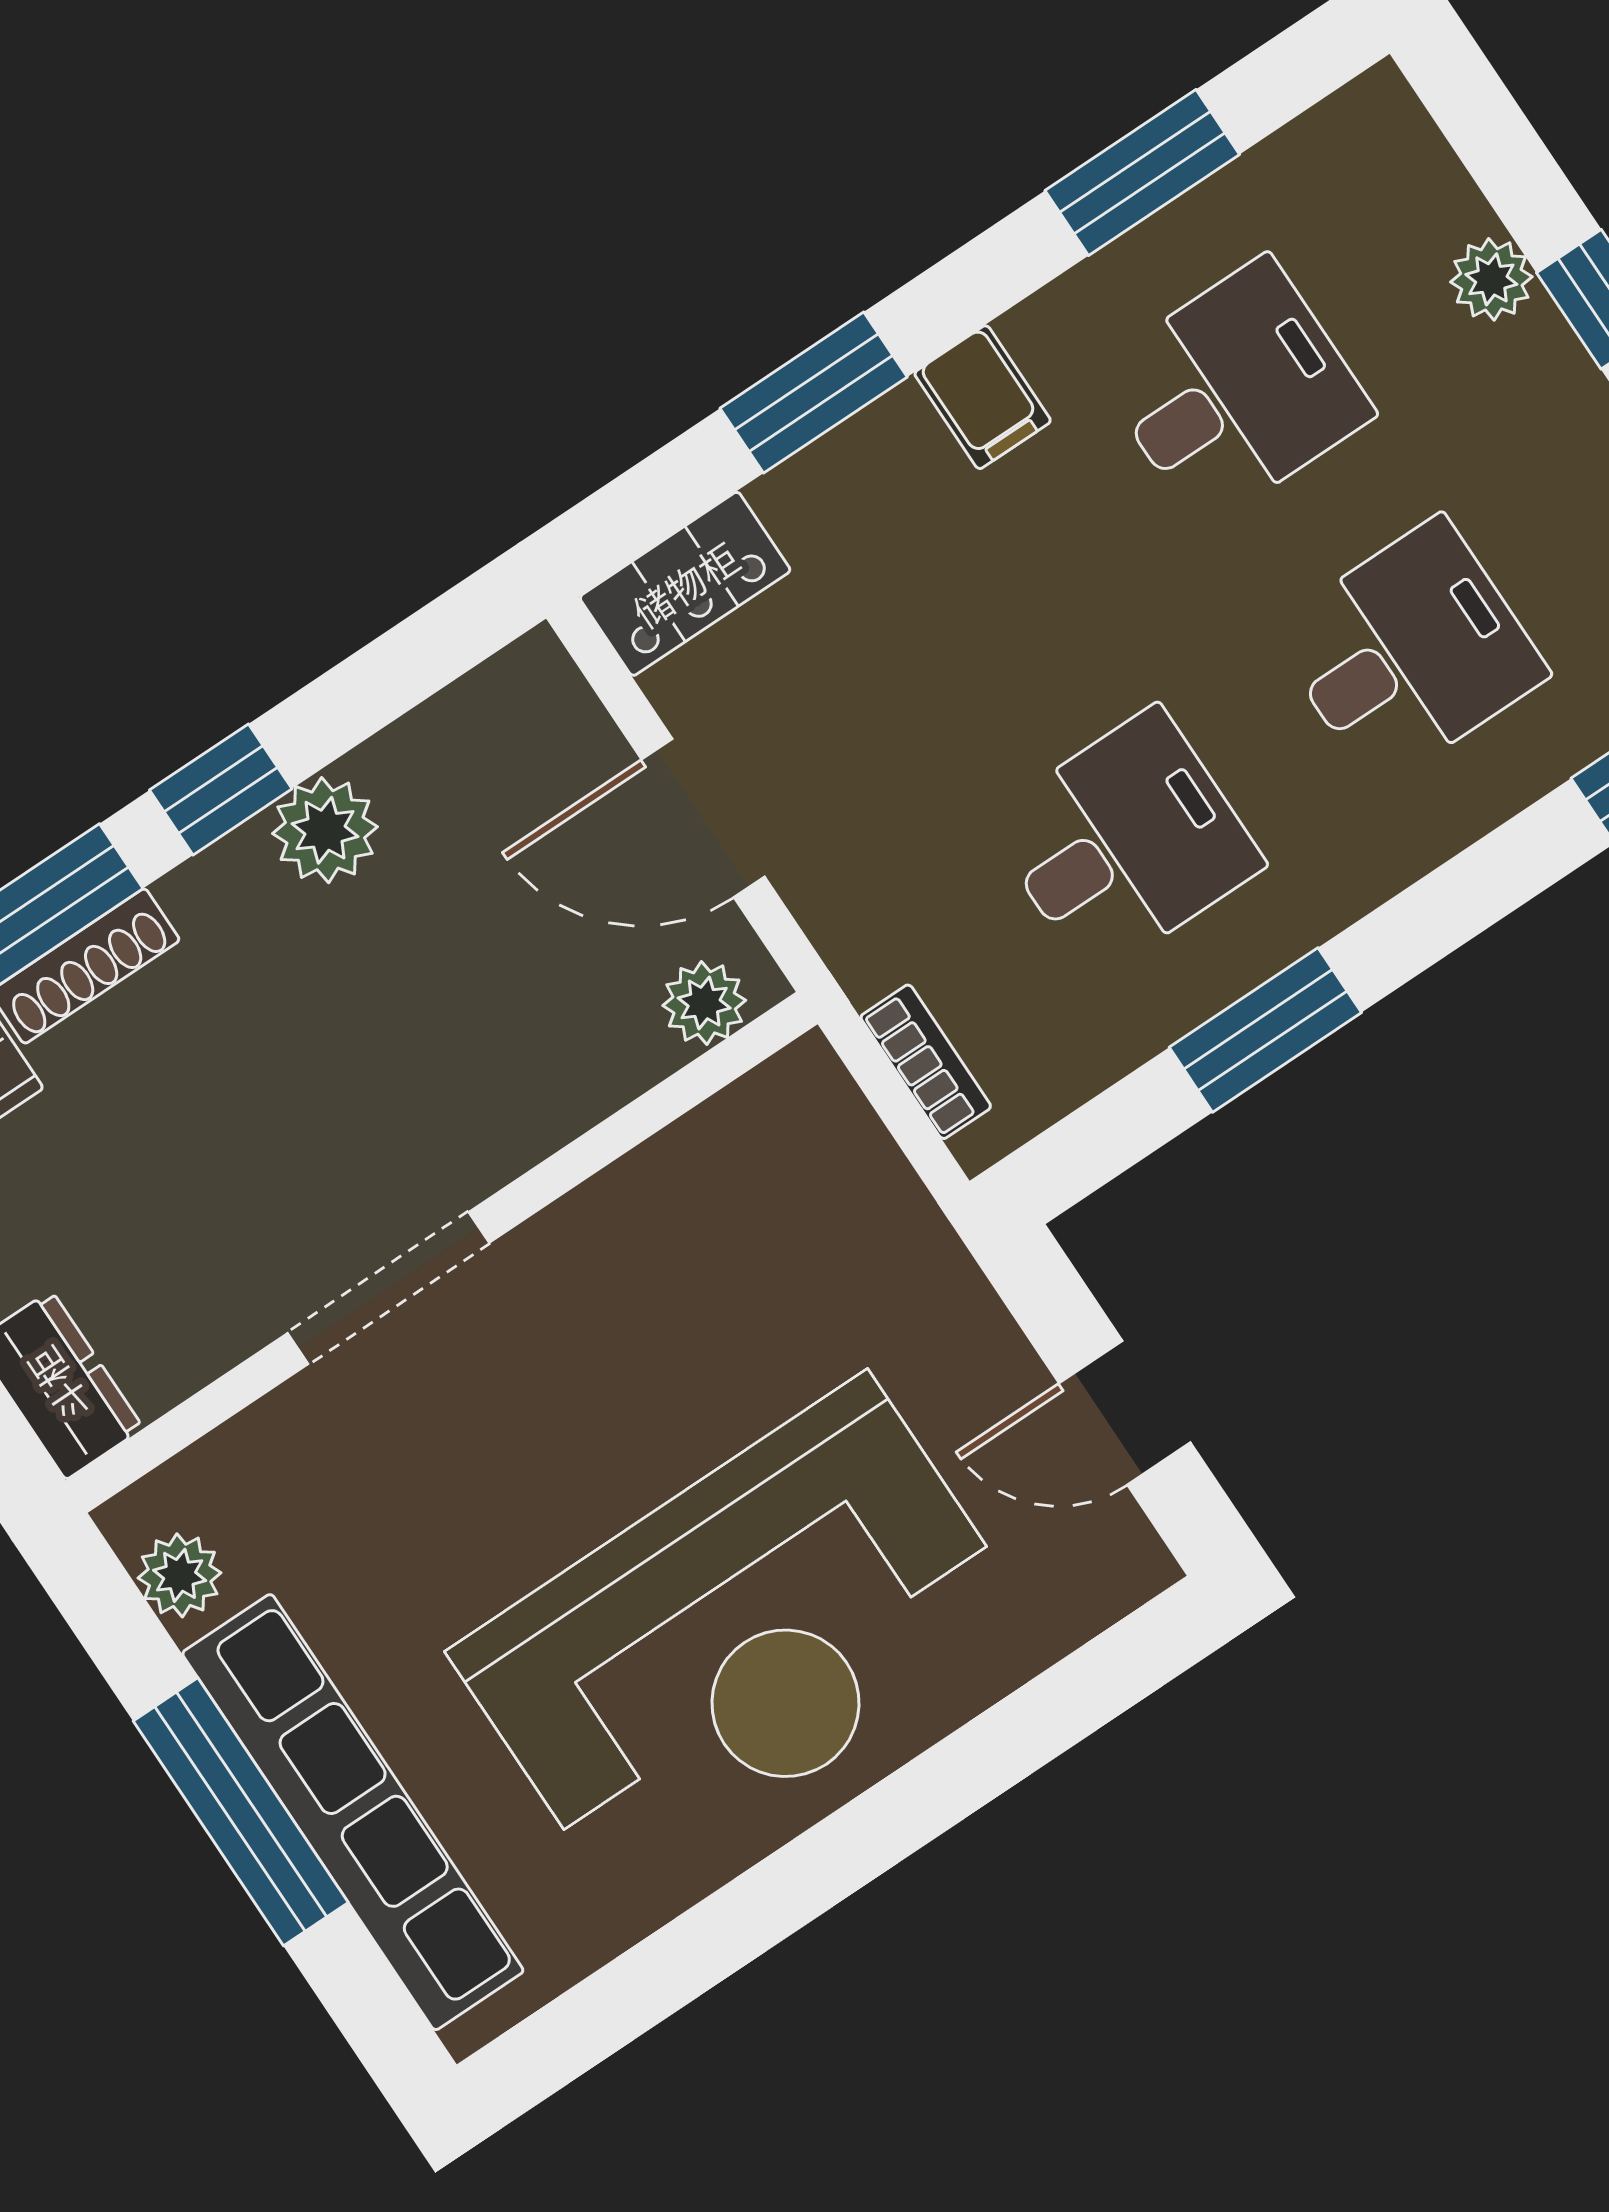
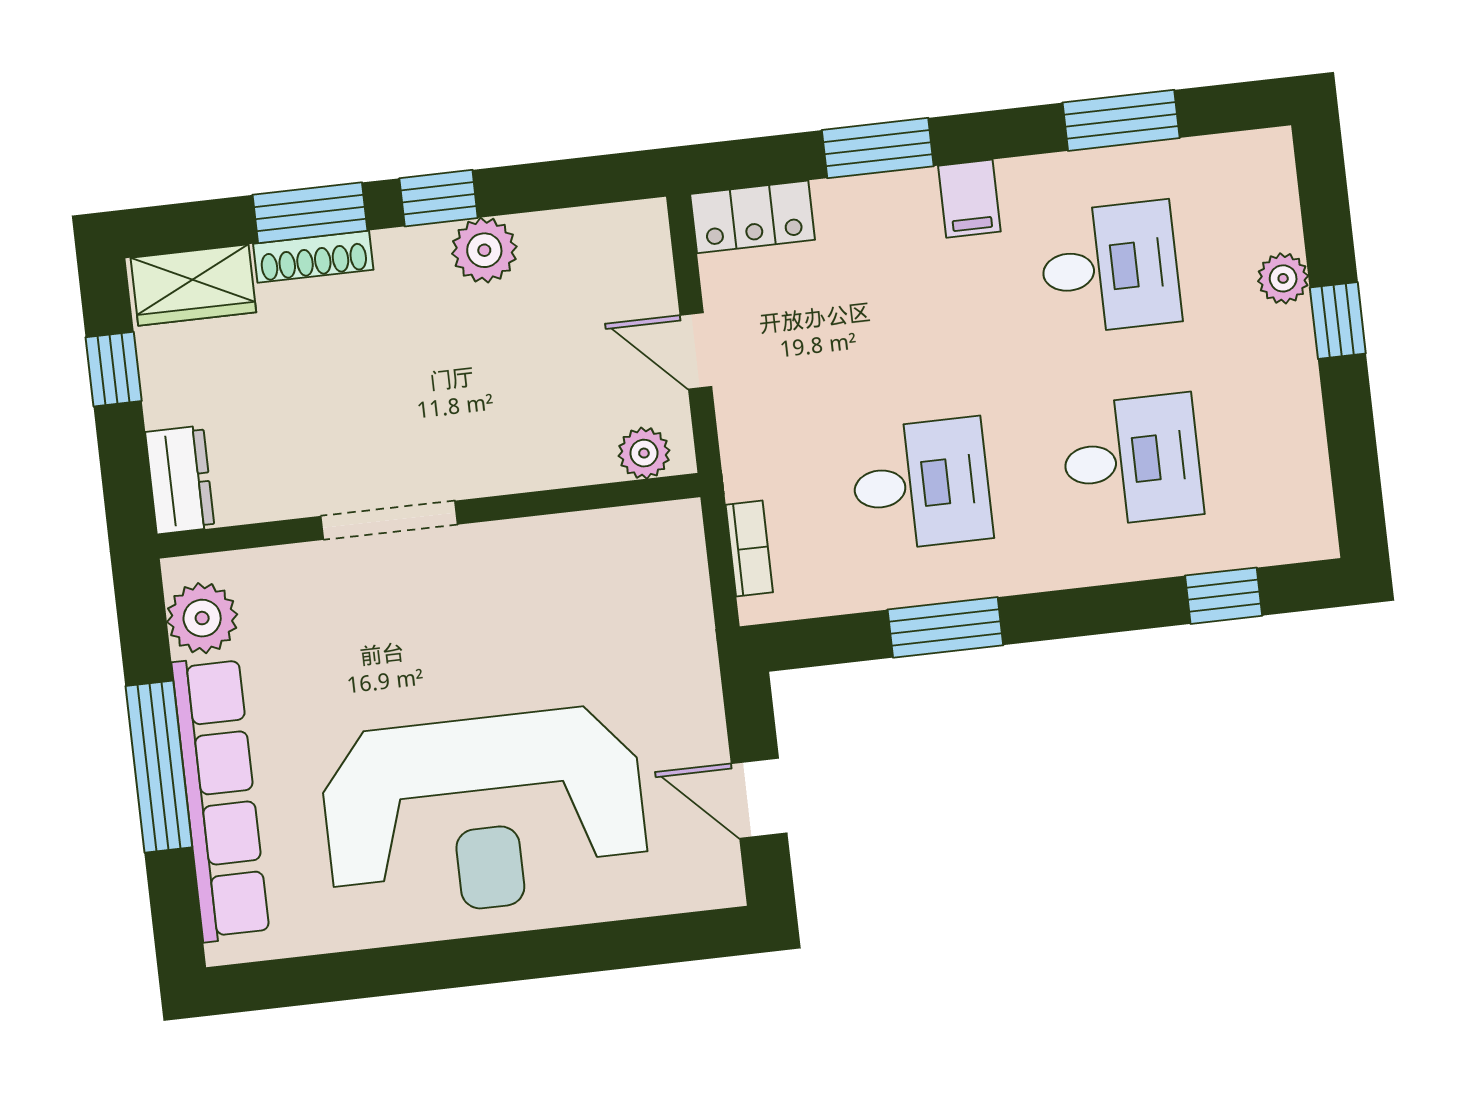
door: (703, 818) -> (696, 351), width x0.73
plant: (180, 1575) -> (202, 618), width x1.38, depth x1.38

